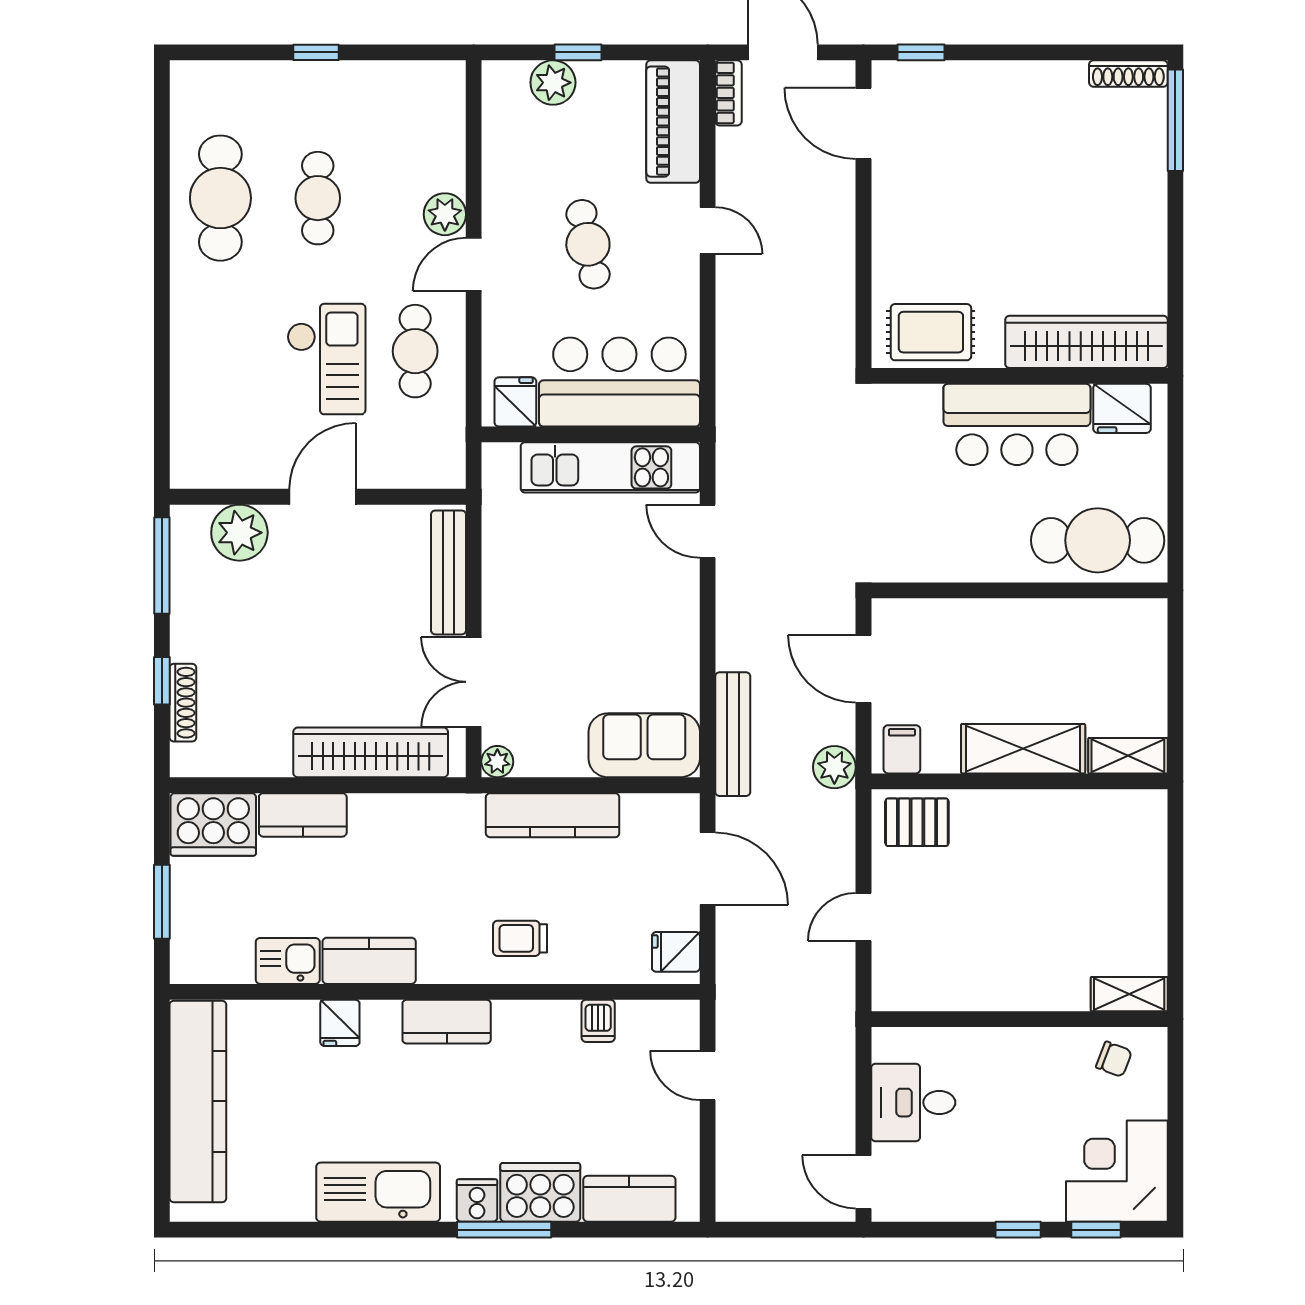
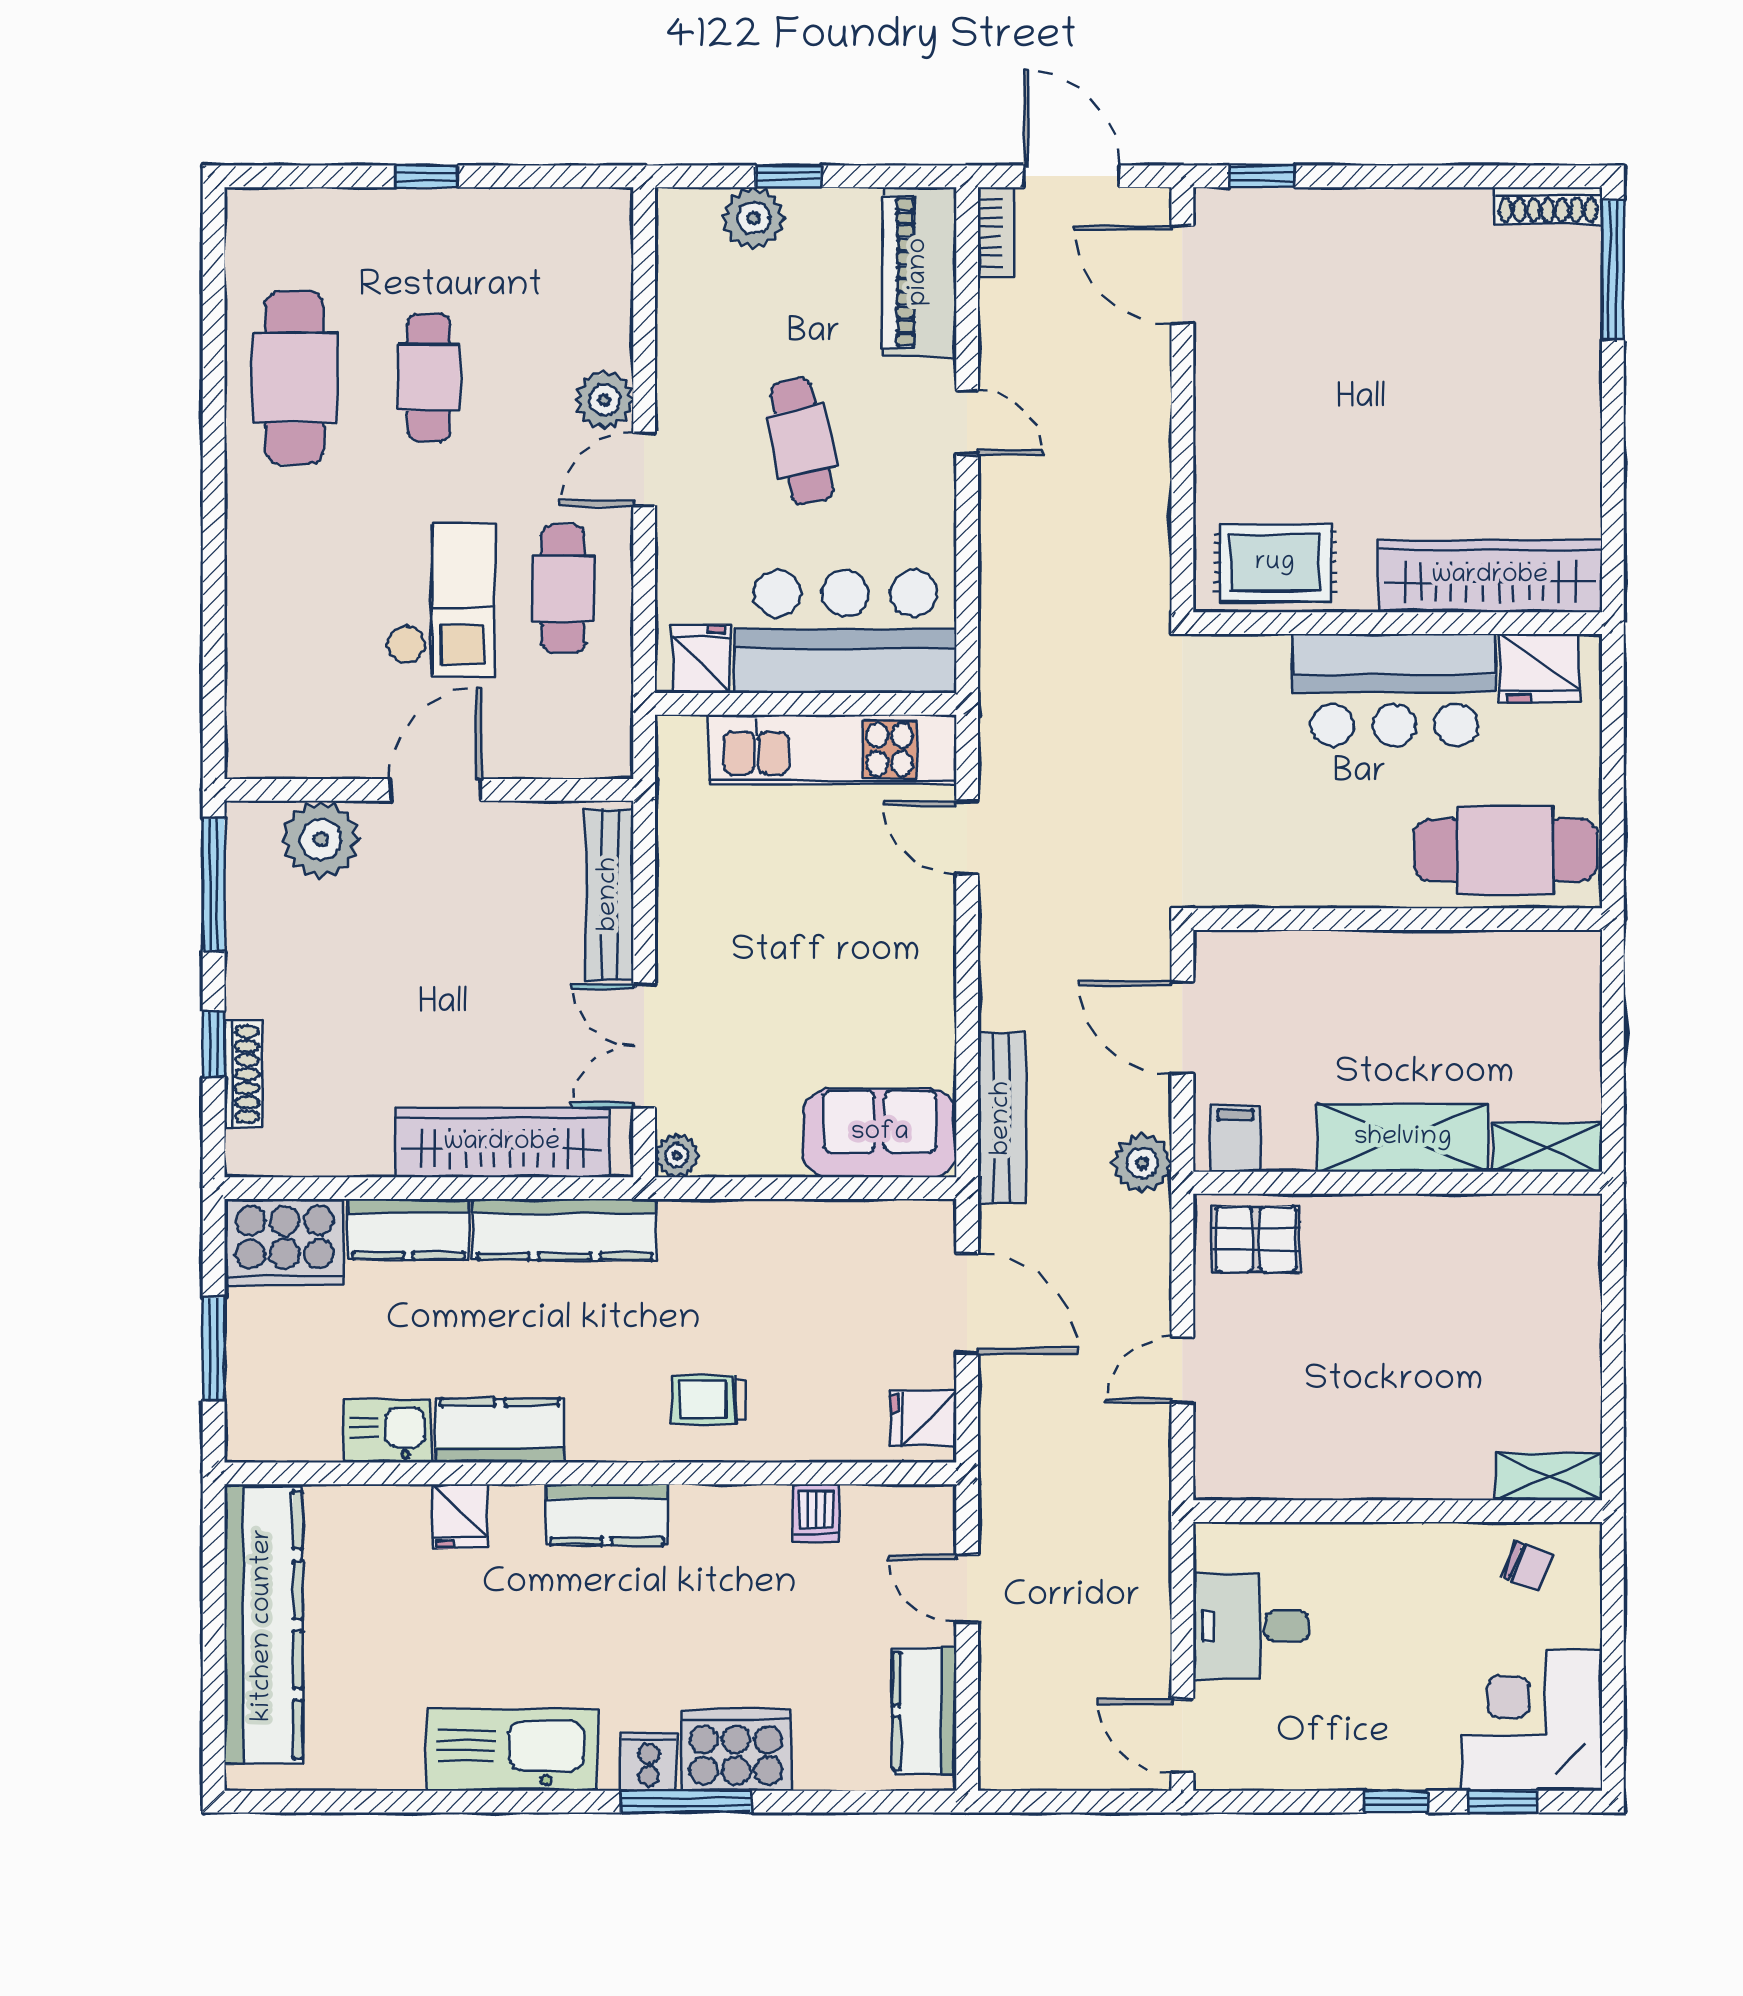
kitchen counter: (553, 815) -> (565, 1230), moved
kitchen counter: (629, 1199) -> (924, 1711), moved, turned -90

